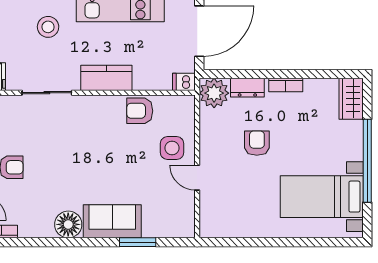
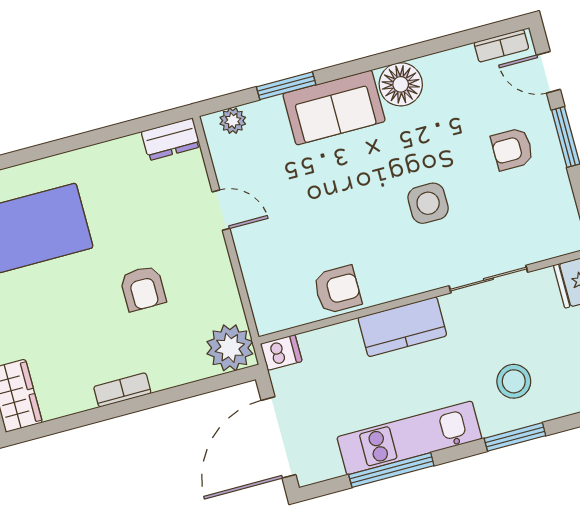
dresser: (247, 88) -> (171, 139), moved, turned 180
side table: (172, 148) -> (428, 203), moved
plant: (176, 230) -> (233, 121), added

